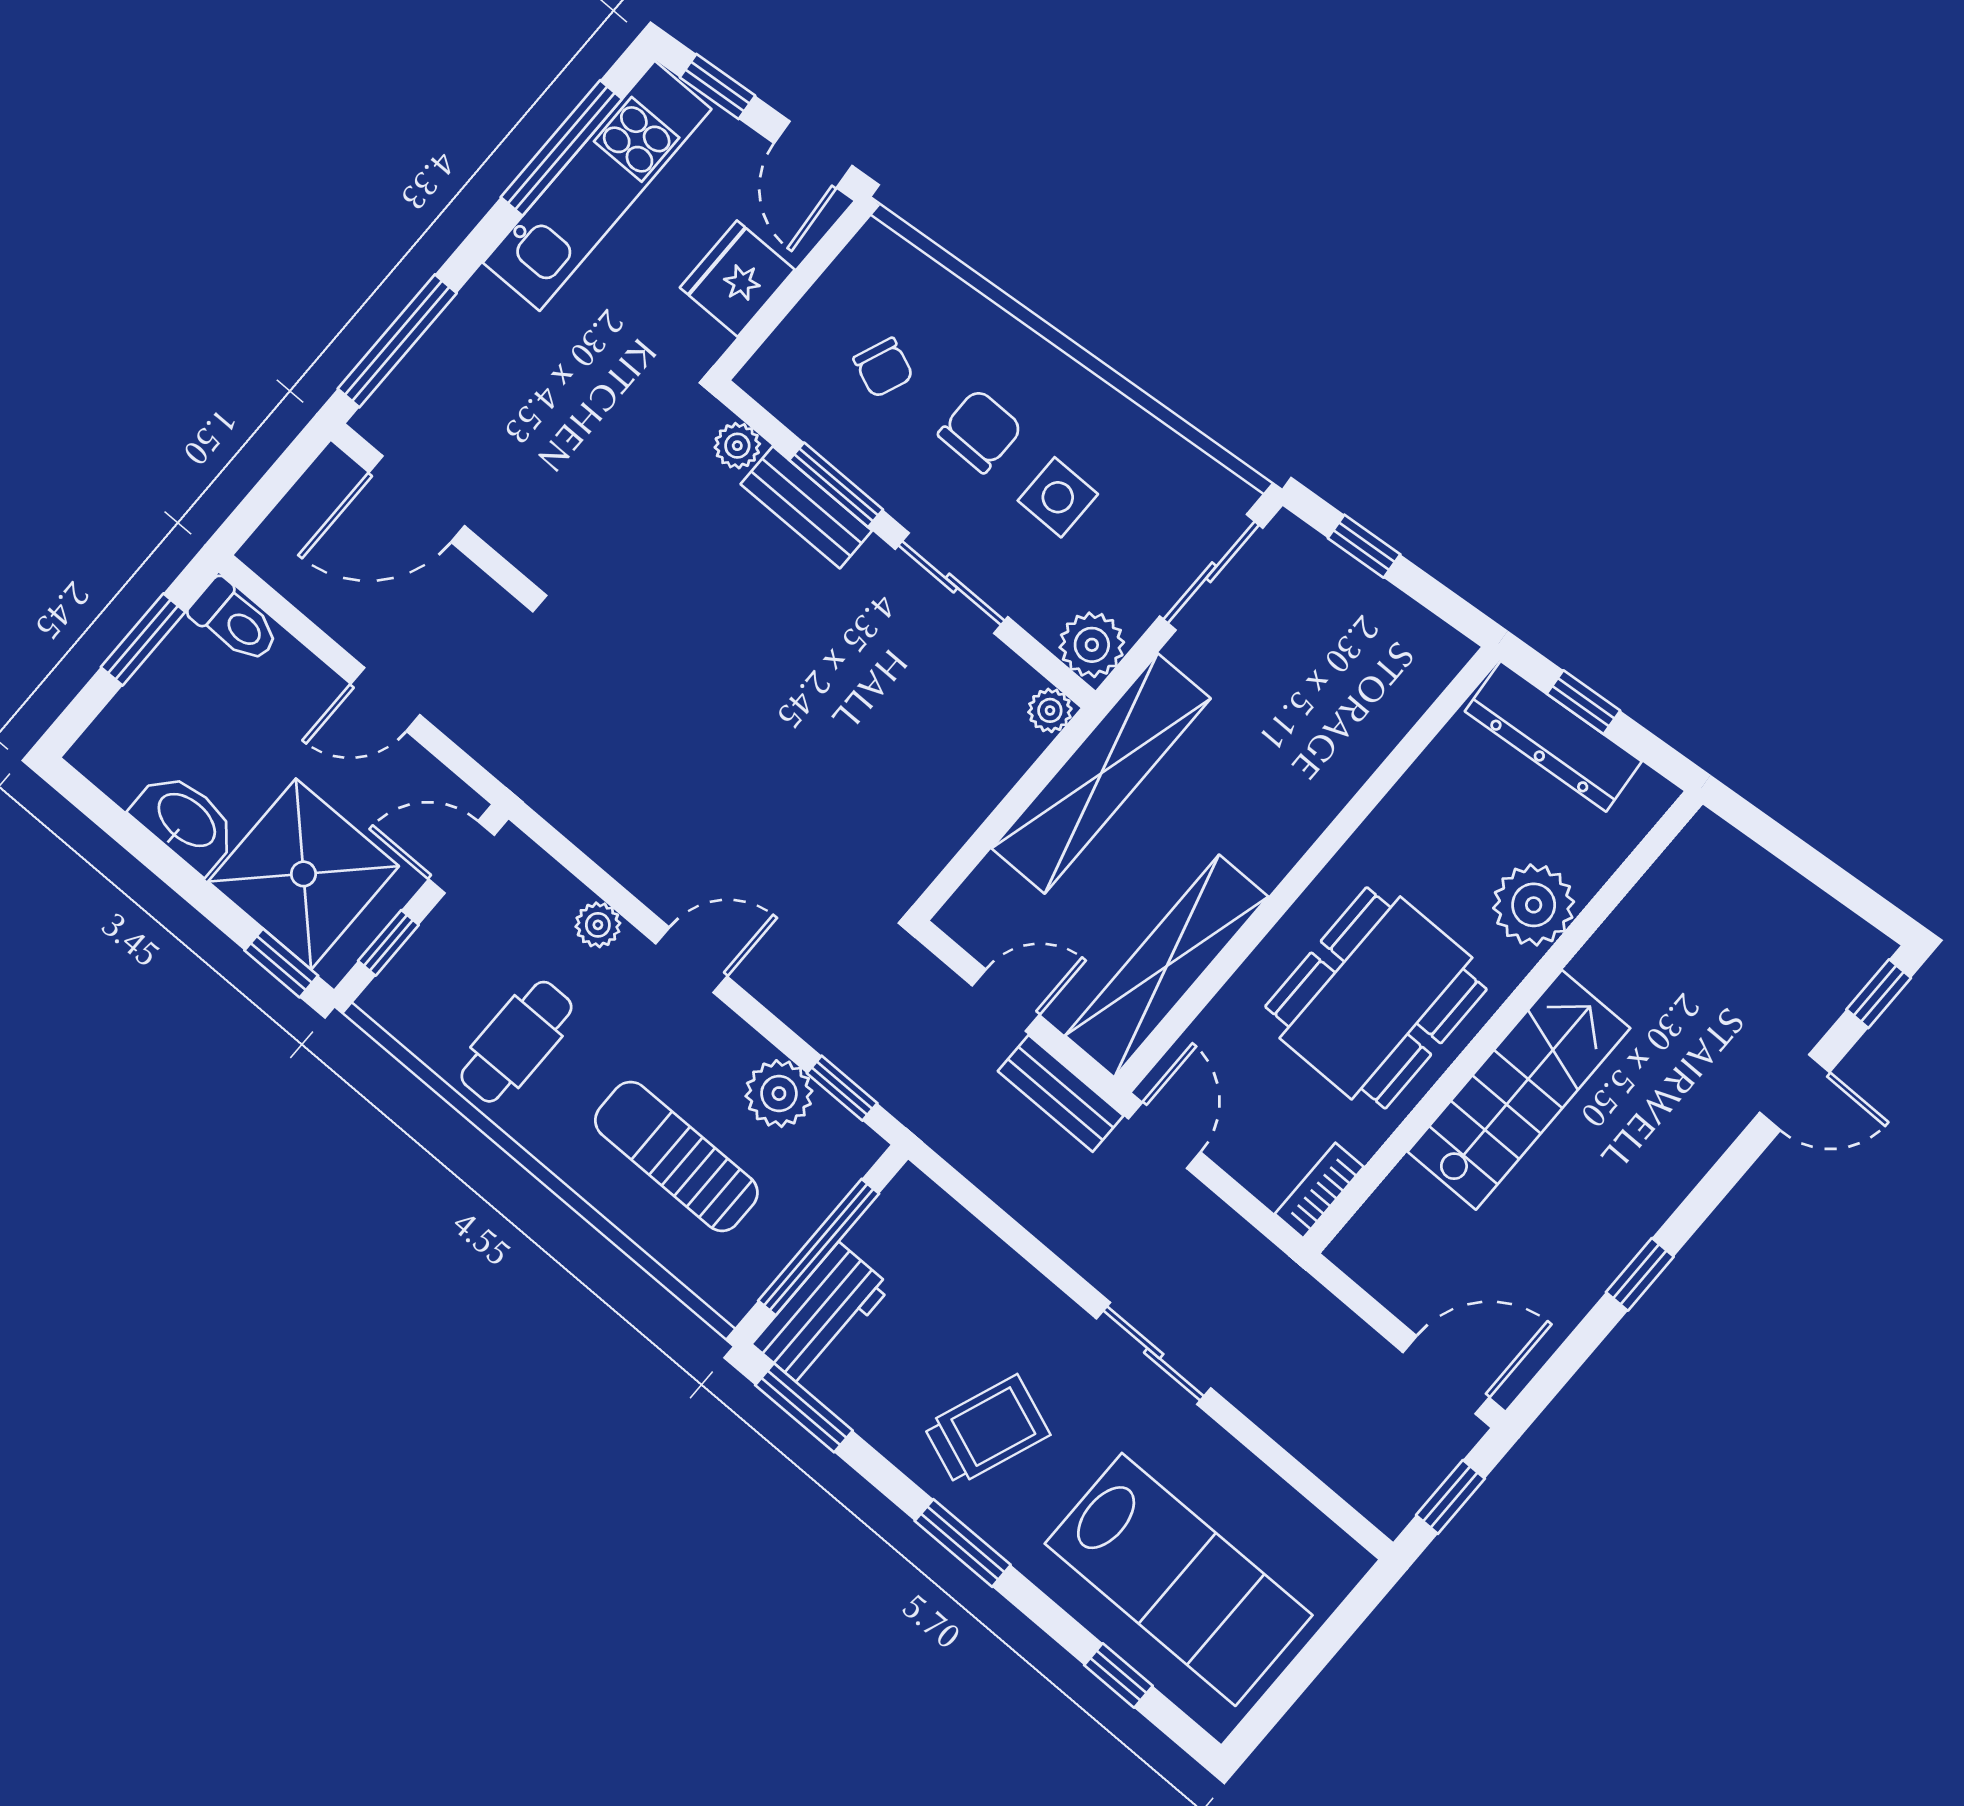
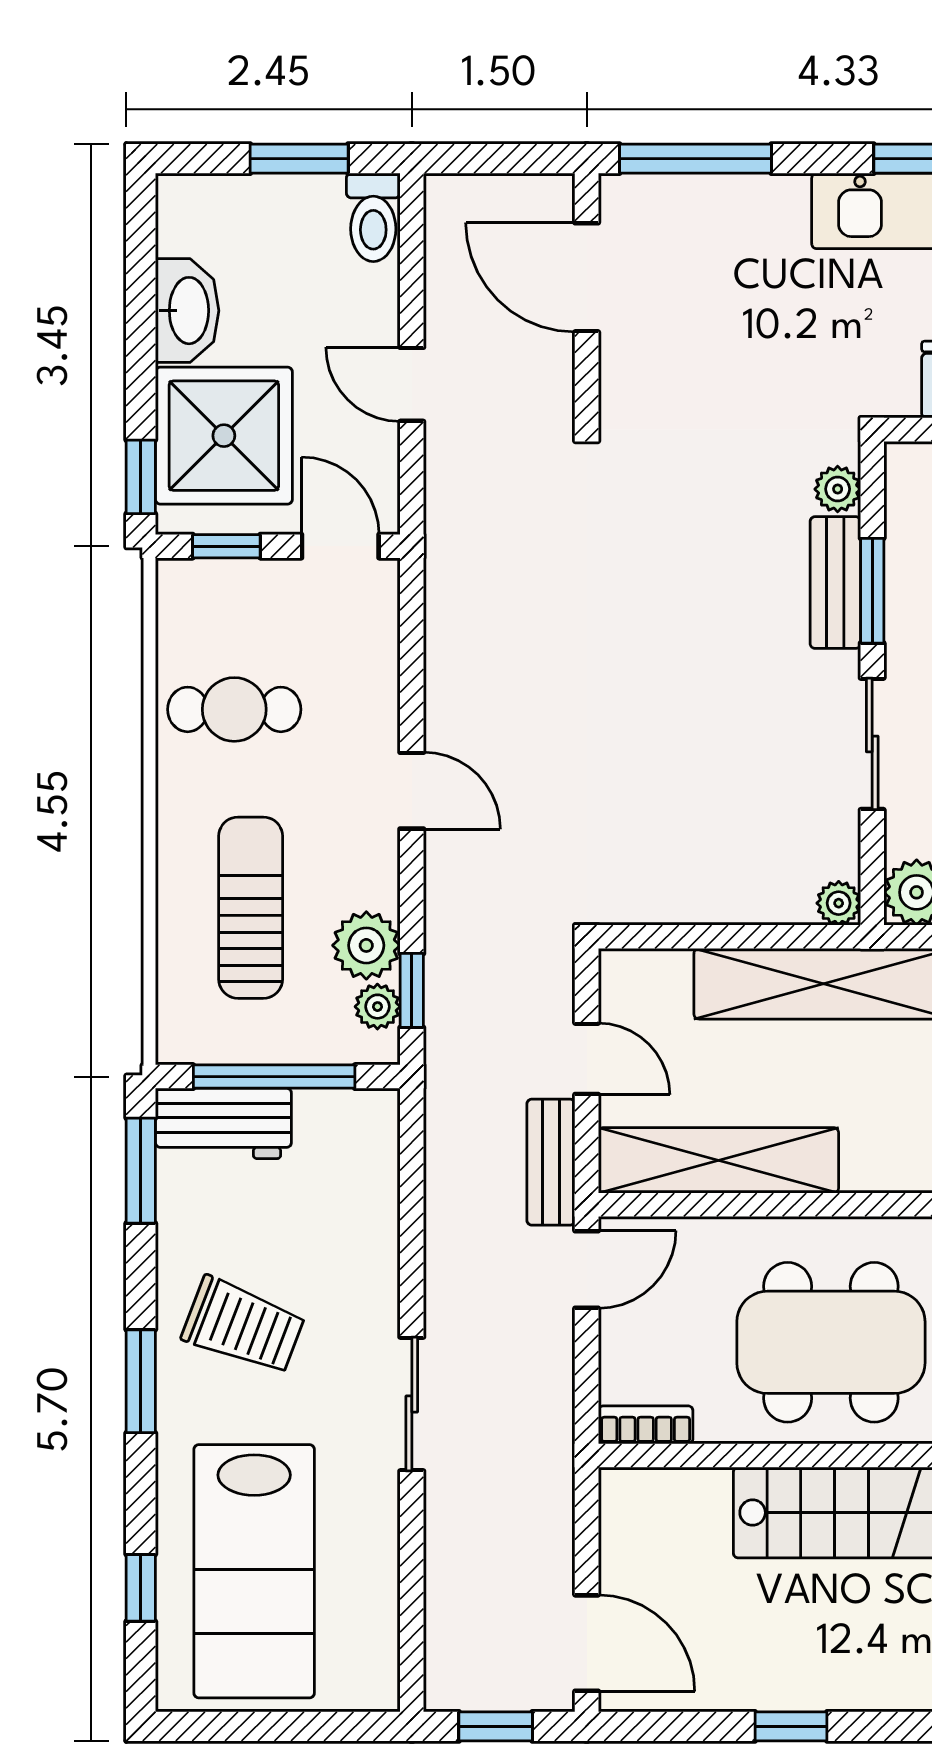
plant: (598, 925) -> (377, 1007), moved

